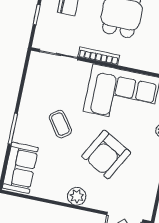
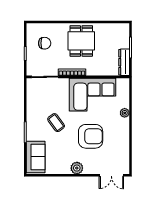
armchair: (106, 154) -> (91, 136), turned -119

